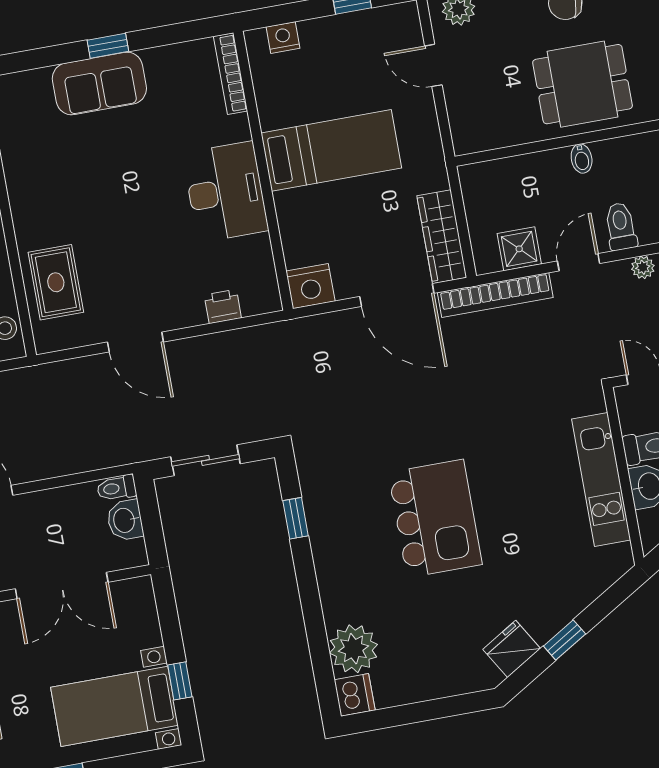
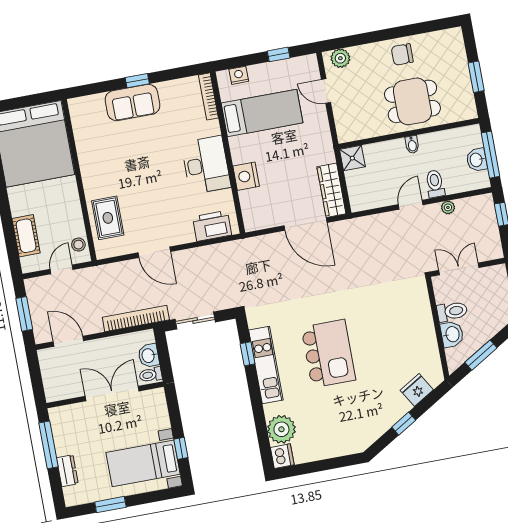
bed: (331, 150) -> (262, 113), moved
shower: (519, 249) -> (352, 158), moved
nightstand: (310, 286) -> (246, 176), moved, turned 90
bookcase: (495, 295) -> (136, 318), moved, turned 180
printer: (223, 307) -> (212, 226), width x1.87, depth x1.48
kitchen unit: (601, 479) -> (266, 365), moved, turned 180
toilet: (117, 488) -> (151, 375), moved
double door: (62, 586) -> (112, 394), swing flipped
fridge: (512, 649) -> (417, 390), moved

